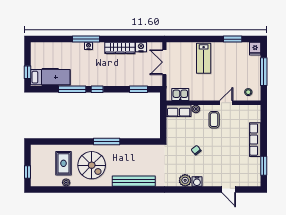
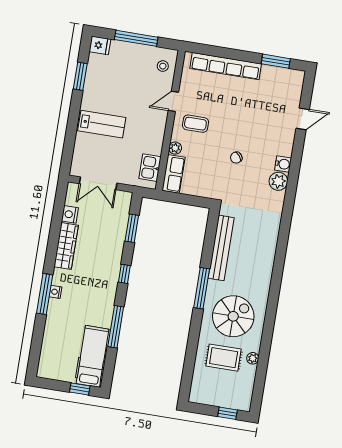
window: (97, 89) -> (124, 274), moved
door: (226, 103) -> (173, 101), hinge flipped
row of seats: (255, 140) -> (226, 66), width x1.36
bench: (134, 181) -> (221, 248), moved

